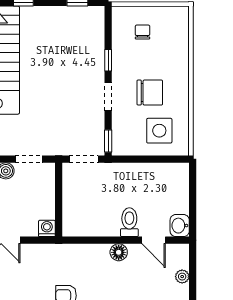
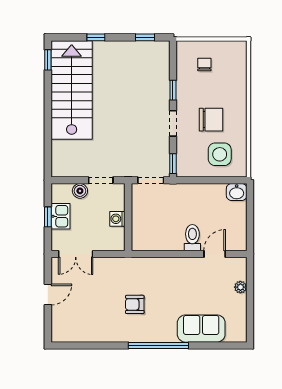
washbasin: (180, 226) -> (237, 192), moved, turned -90
washing machine: (47, 228) -> (117, 219), moved, turned -90
door: (154, 240) -> (215, 254), swing flipped
floor lamp: (119, 252) -> (183, 265), removed

